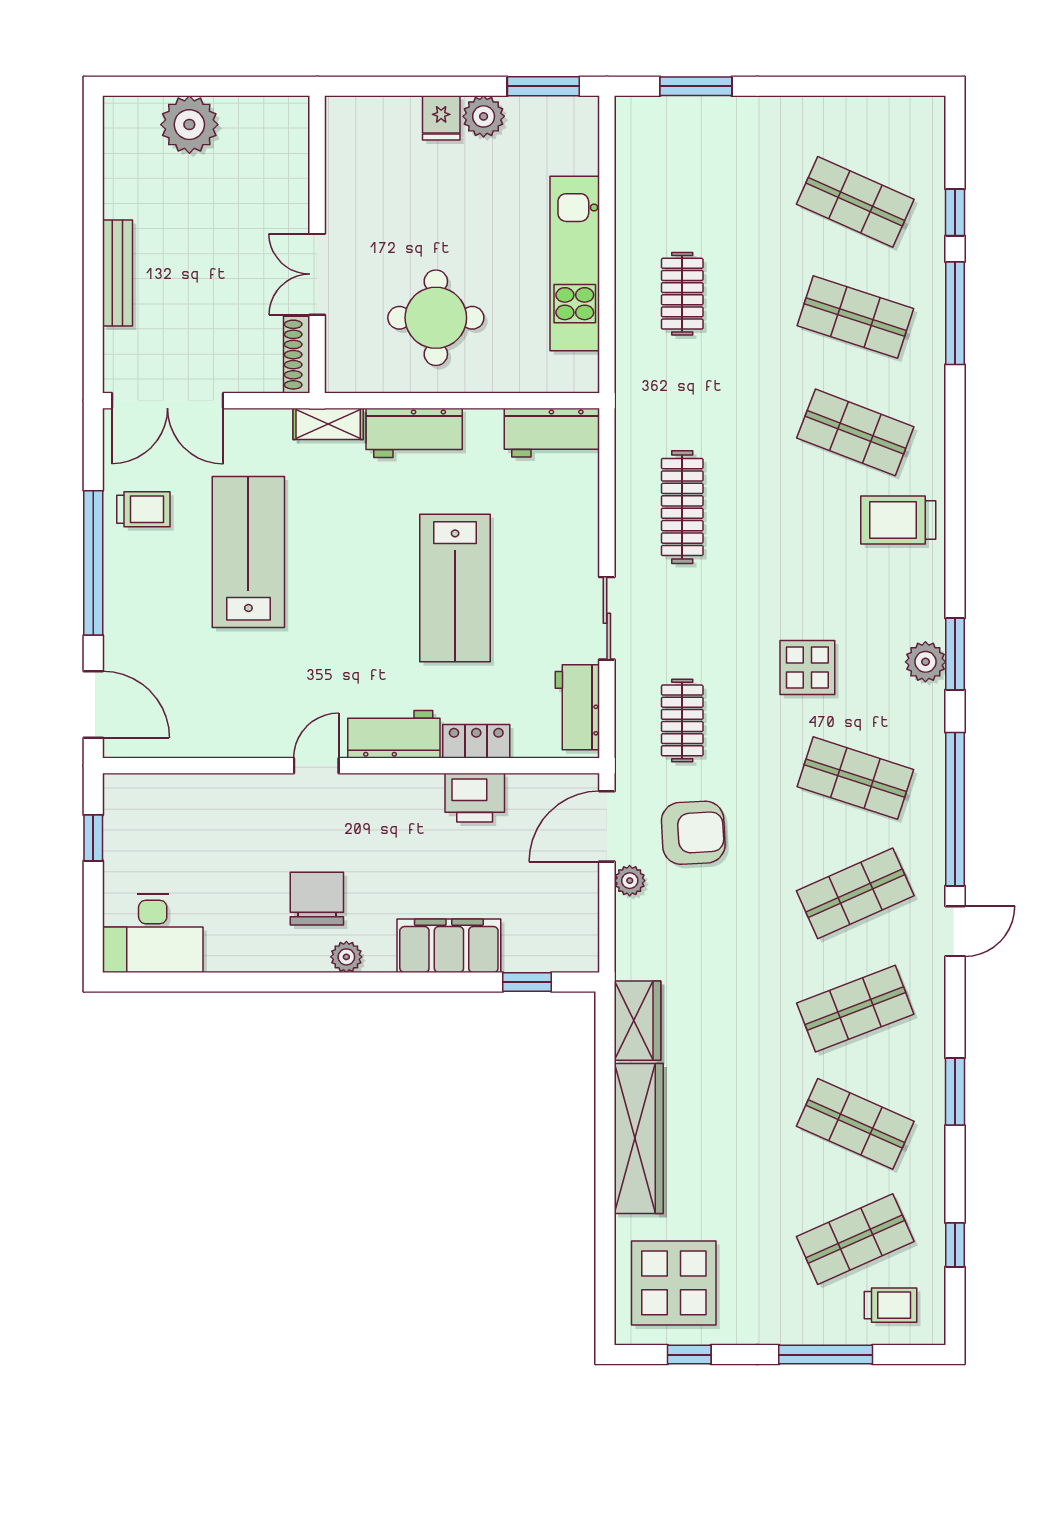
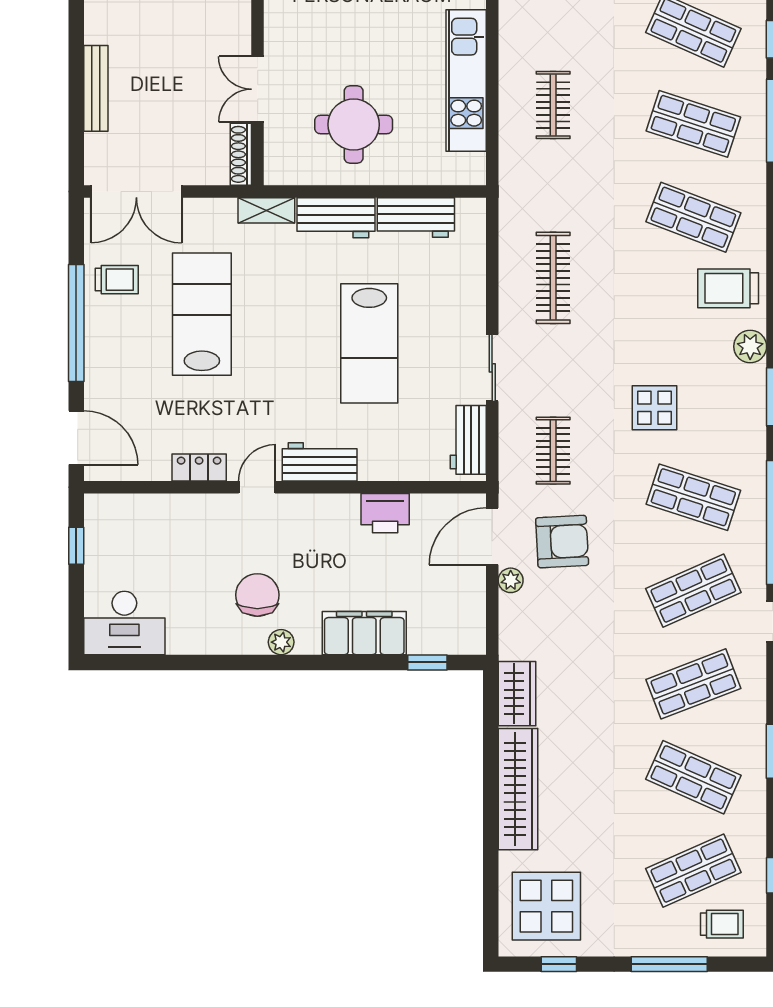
workbench: (552, 433) -> (416, 218), moved
plant: (925, 662) -> (750, 346), moved
locker: (476, 741) -> (199, 467), moved

